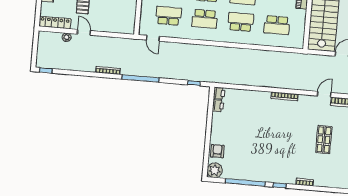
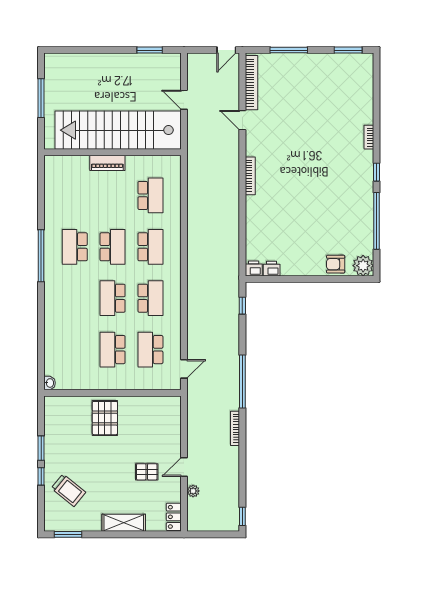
school desk: (241, 22) -> (150, 247), turned 180
locker: (55, 23) -> (174, 517), width x0.66
shop shelf: (324, 140) -> (307, 115), removed

